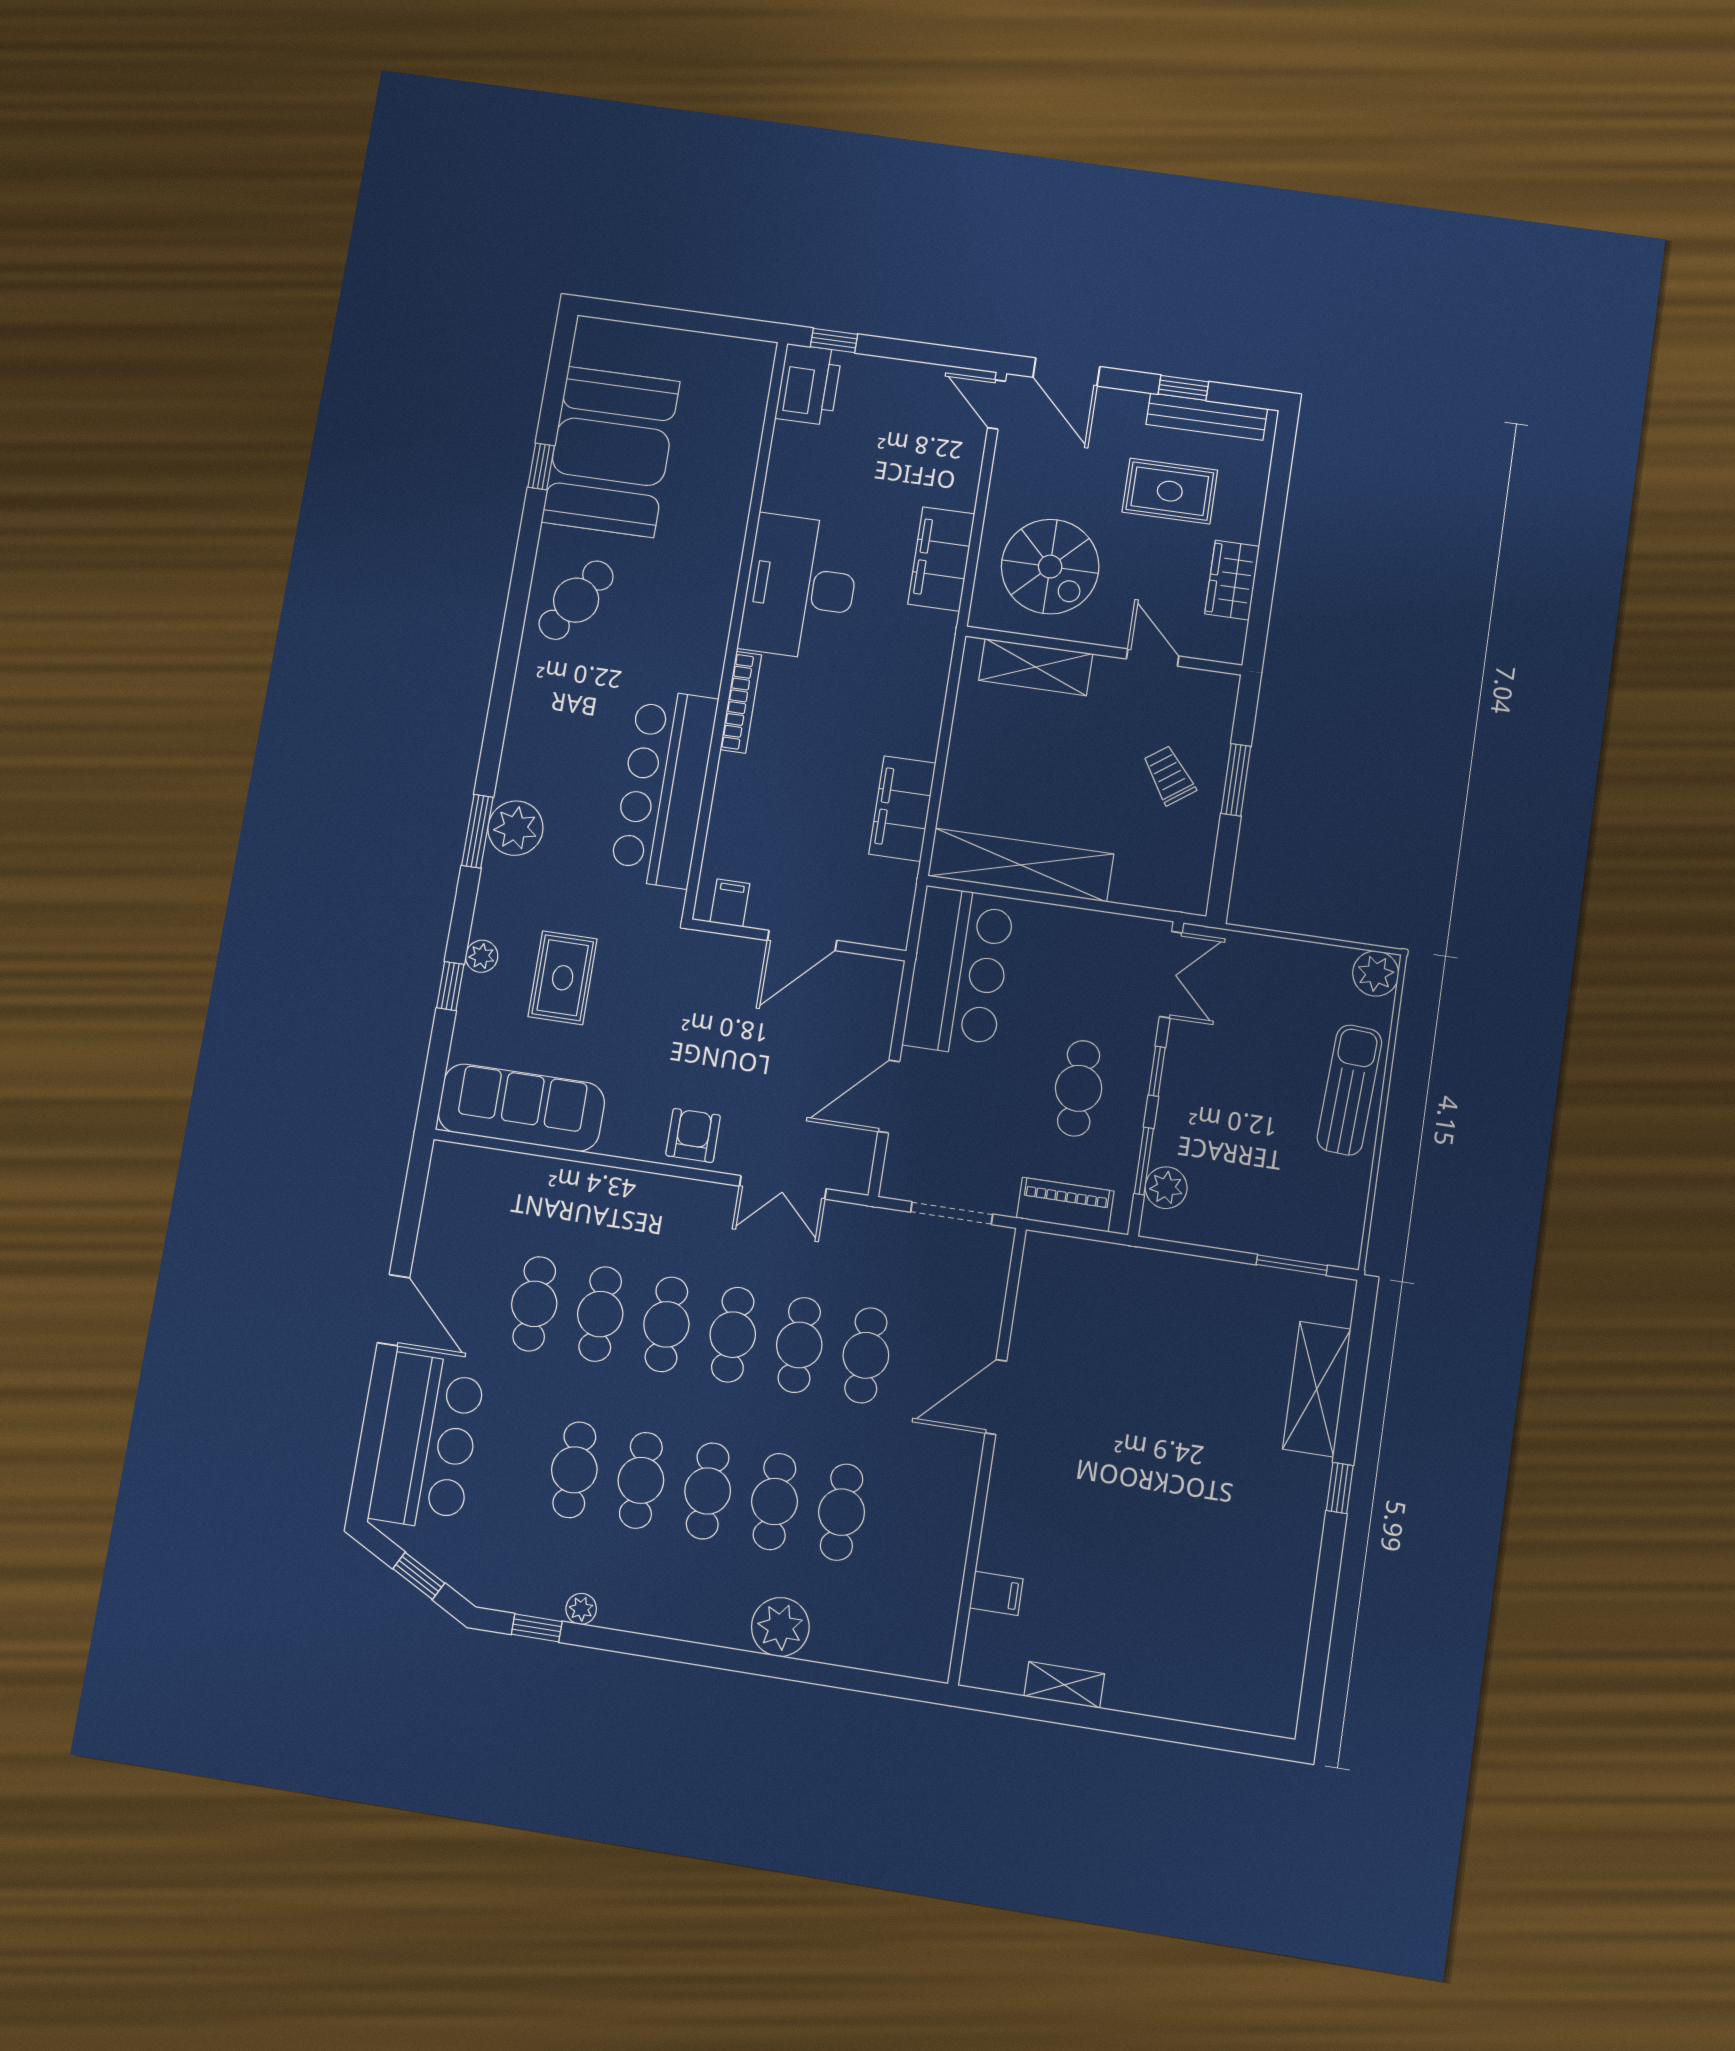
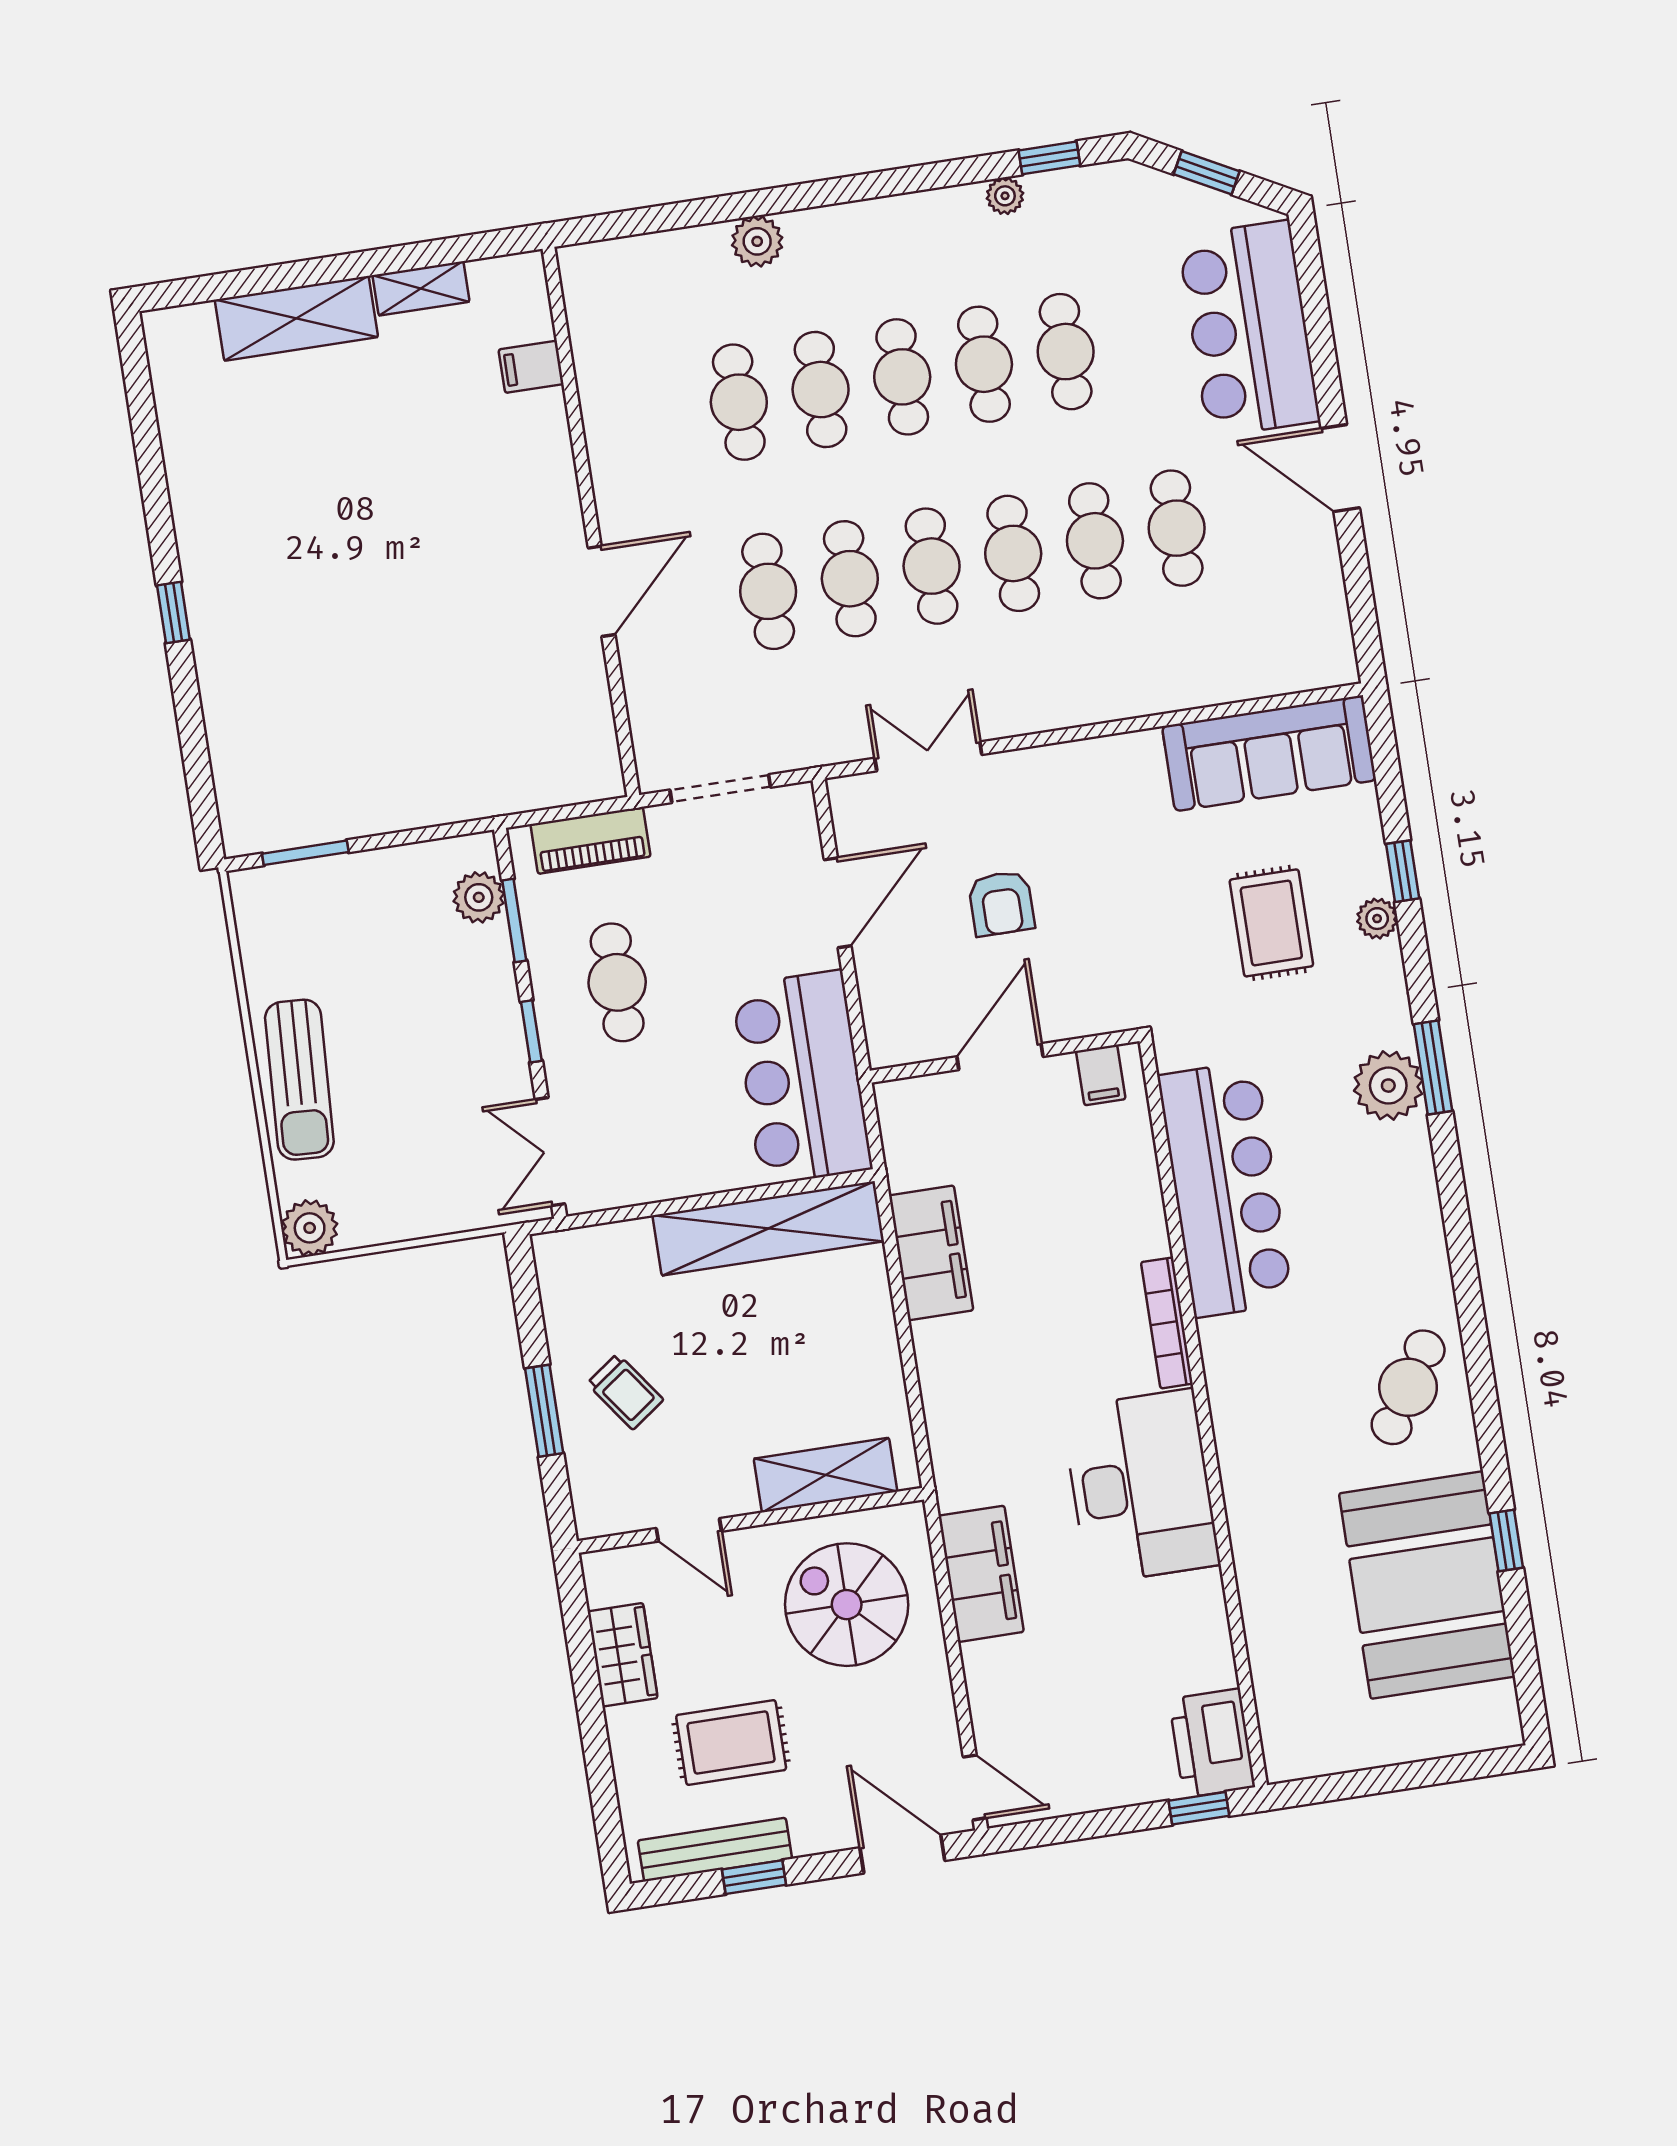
armchair: (693, 1135) -> (1001, 903), moved
shelving: (1317, 1389) -> (296, 318), moved, turned 90
plant: (780, 1627) -> (757, 241), width x0.73, depth x0.73

